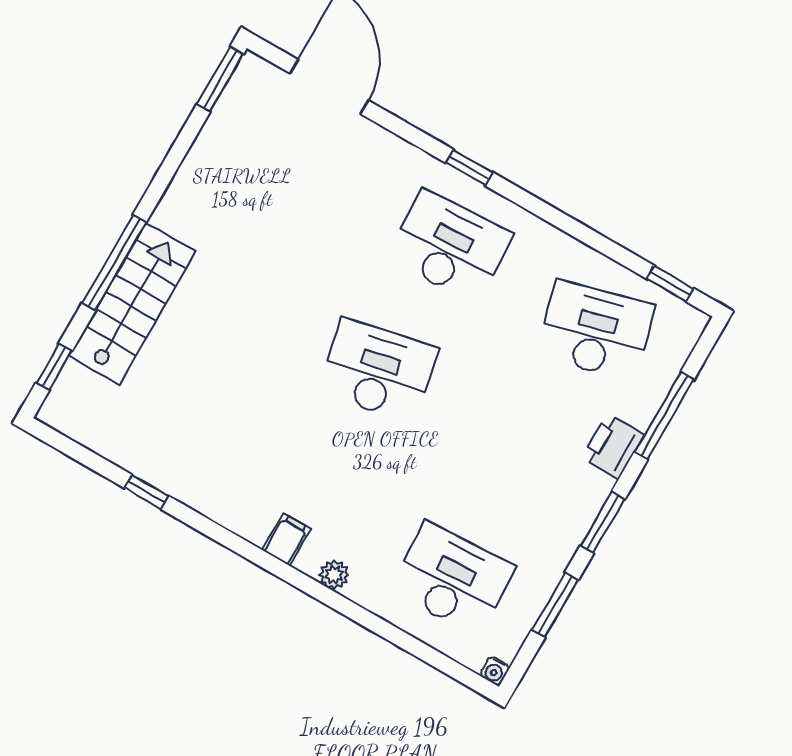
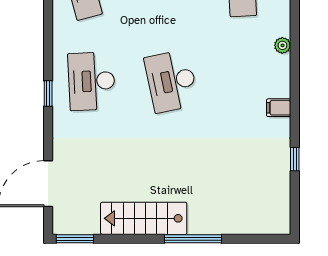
stairs: (133, 304) -> (144, 218), moved
window: (54, 367) -> (260, 239), removed
filing cabinet: (287, 540) -> (279, 108), moved

